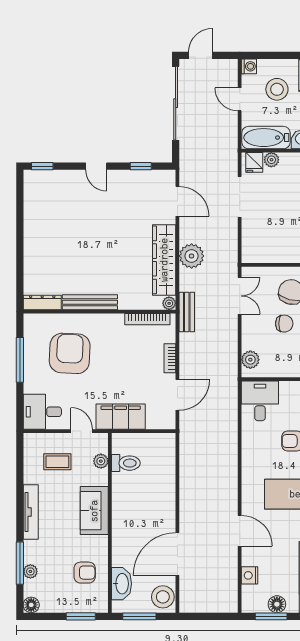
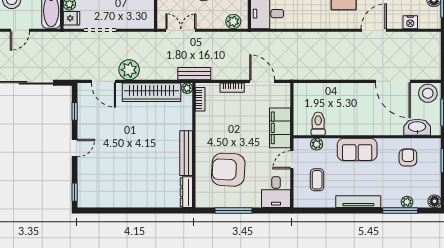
door: (177, 201) -> (103, 81), swing flipped
plant: (192, 256) -> (129, 70), moved
bookcase: (147, 319) -> (200, 99), width x0.64

